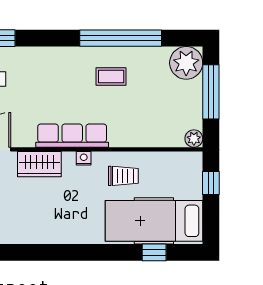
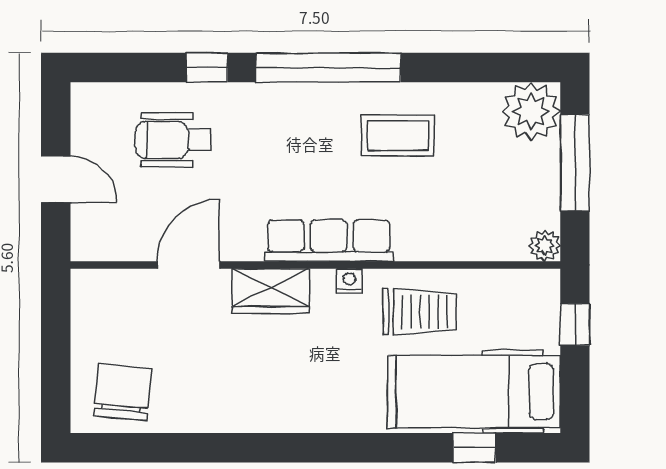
window: (121, 38) -> (328, 68), moved
coffee table: (111, 77) -> (398, 136), width x1.36, depth x1.30
trolley: (123, 176) -> (420, 312), width x1.36, depth x1.39

